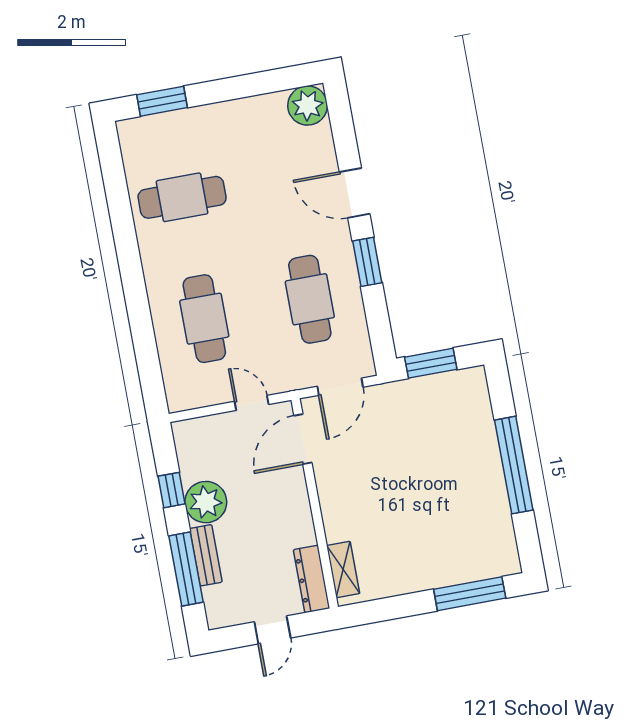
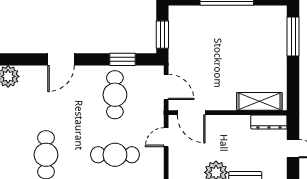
window: (367, 262) -> (122, 59), moved
cafe table: (310, 299) -> (115, 95), turned 90
shelving: (343, 570) -> (259, 101), width x1.50, depth x1.33

